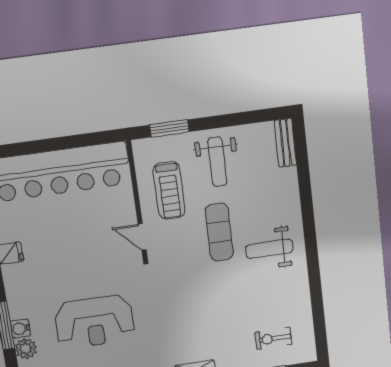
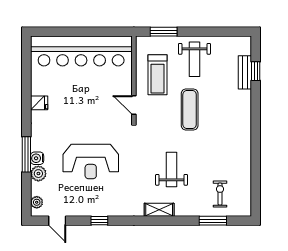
bench: (285, 143) -> (245, 72), moved
window: (303, 166) -> (256, 71), added
weight bench: (269, 249) -> (172, 169), moved, turned 90
exercise bike: (273, 338) -> (220, 194), turned 90

